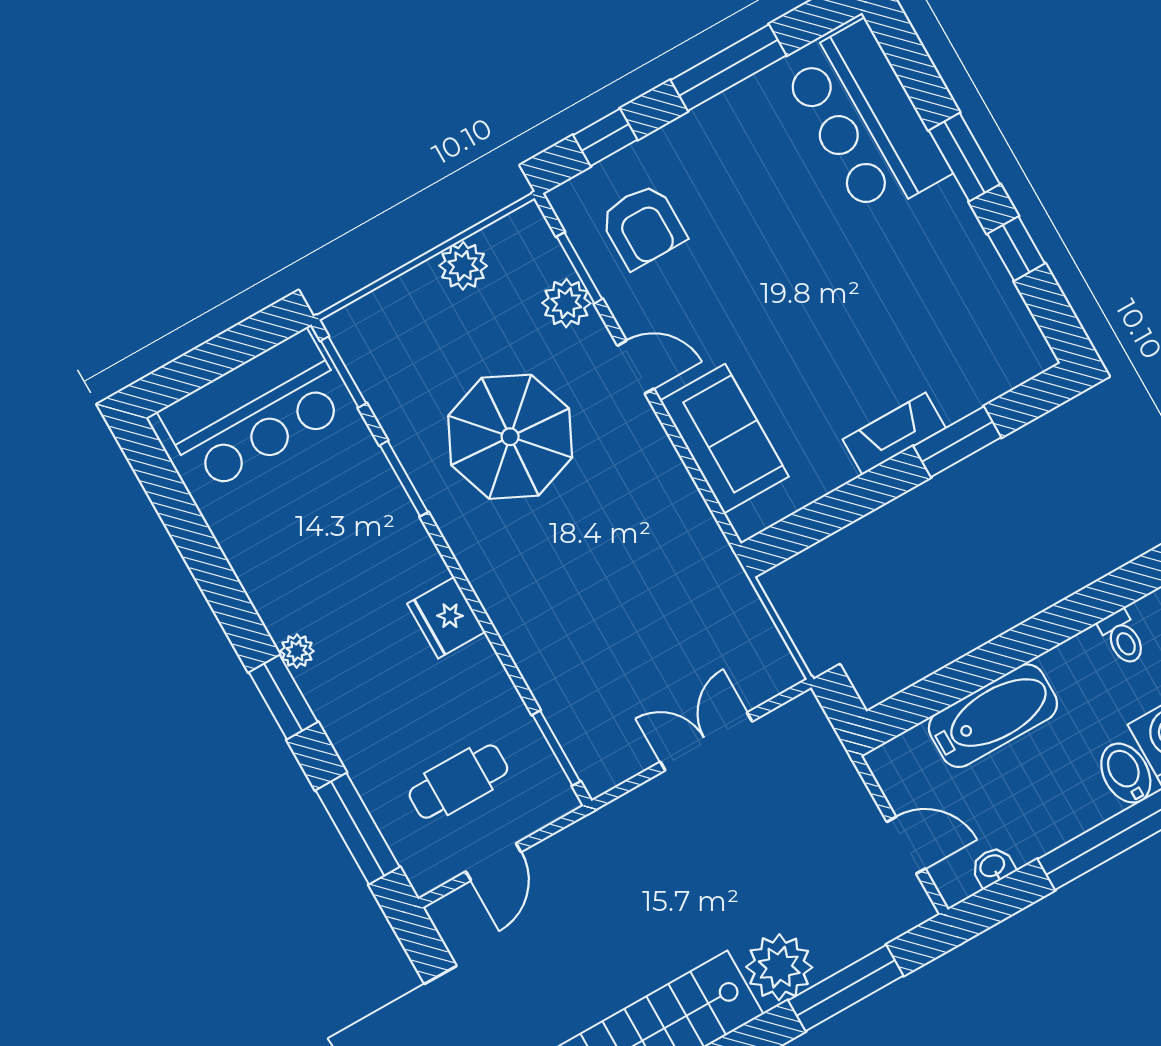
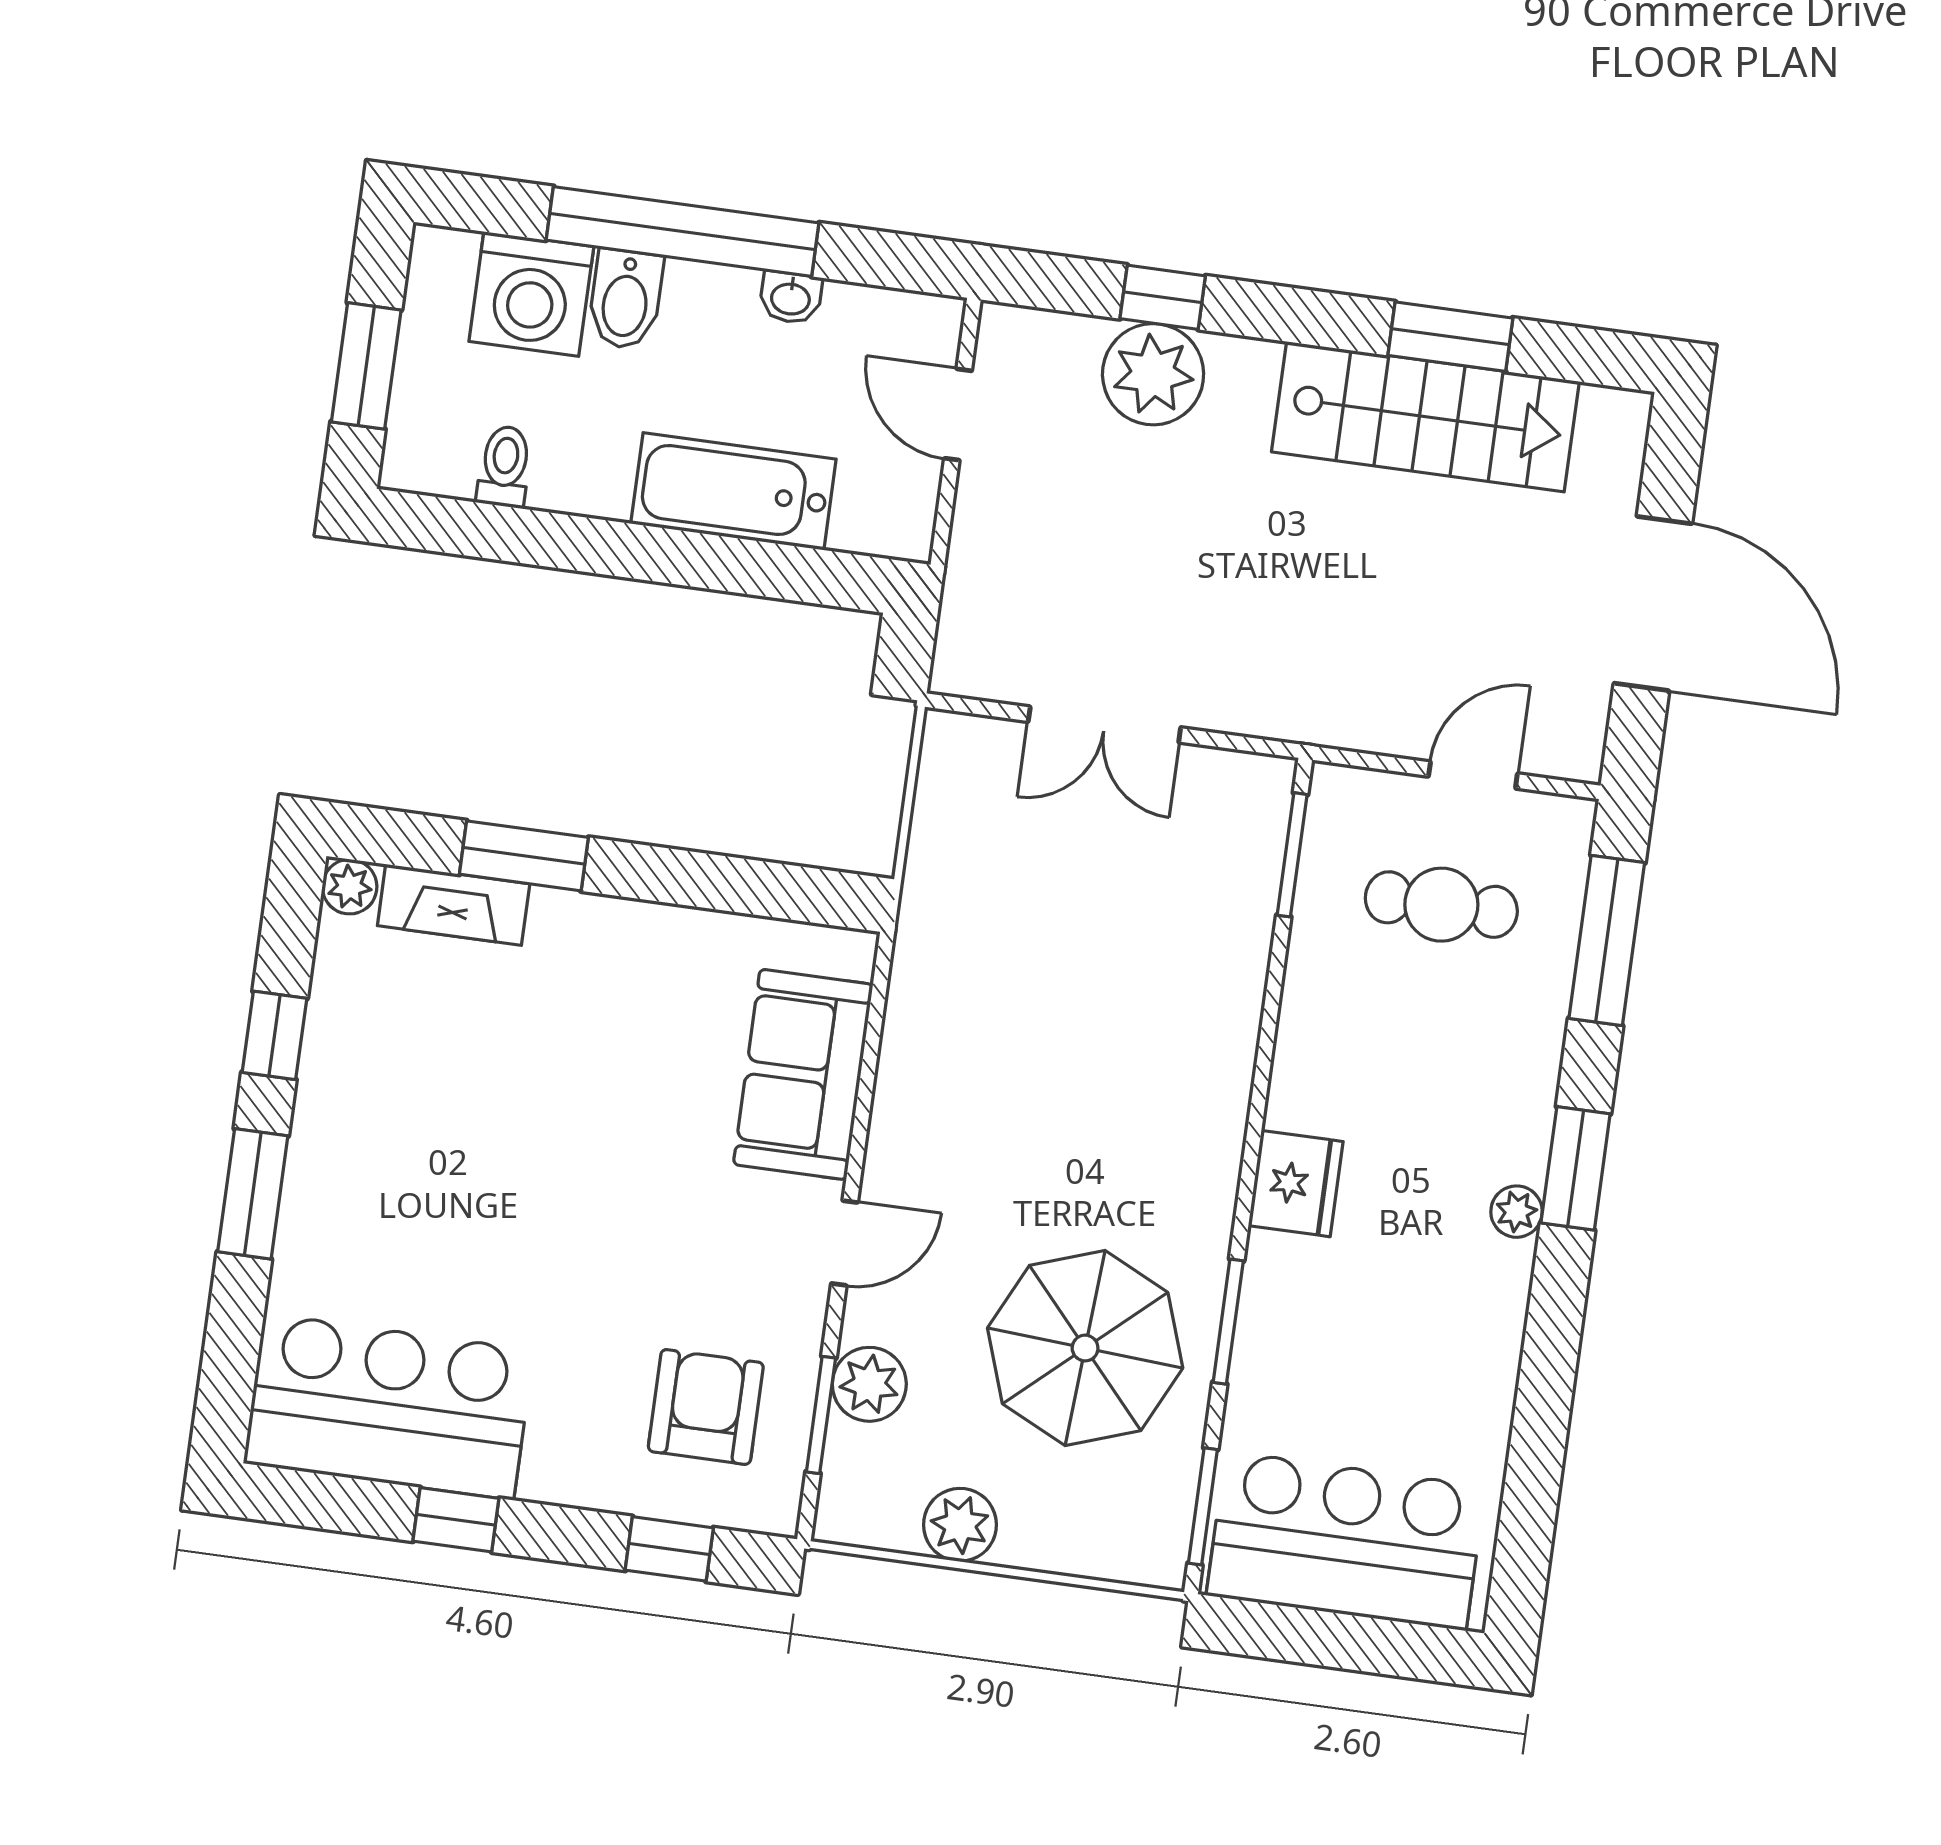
window: (728, 68) -> (456, 1520), width x0.46
bar counter: (866, 120) -> (389, 1407), moved, turned -90
plant: (1036, 356) -> (350, 887), added
door: (636, 367) -> (844, 1243), swing flipped
fireplace: (894, 434) -> (454, 905), moved
parasol: (510, 437) -> (1085, 1348), moved
fridge: (446, 618) -> (1296, 1184), moved
washbasin: (993, 867) -> (791, 298), moved
plant: (779, 967) -> (1153, 374), moved
window: (846, 988) -> (1163, 297), width x0.46

